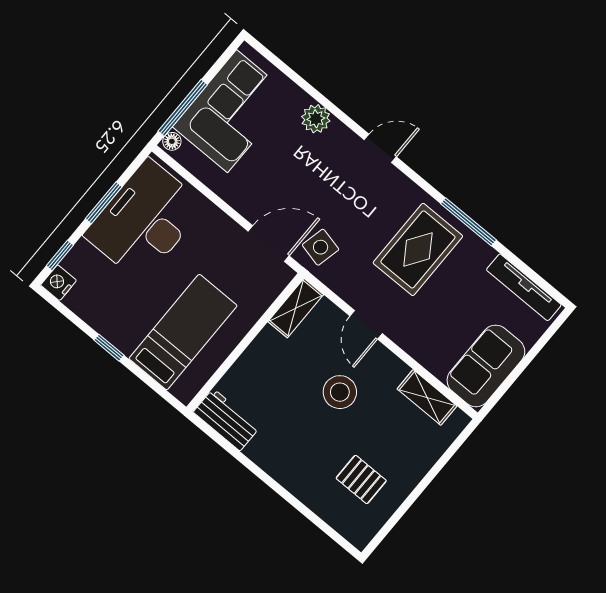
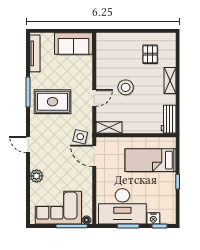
nightstand: (59, 283) -> (153, 218), moved
shelving: (427, 397) -> (170, 81), moved

